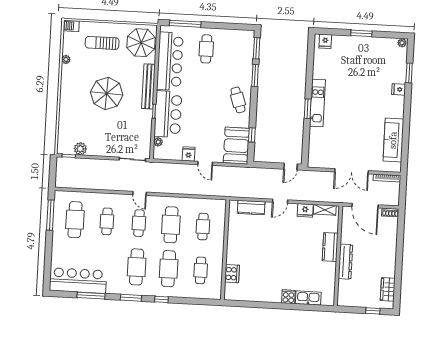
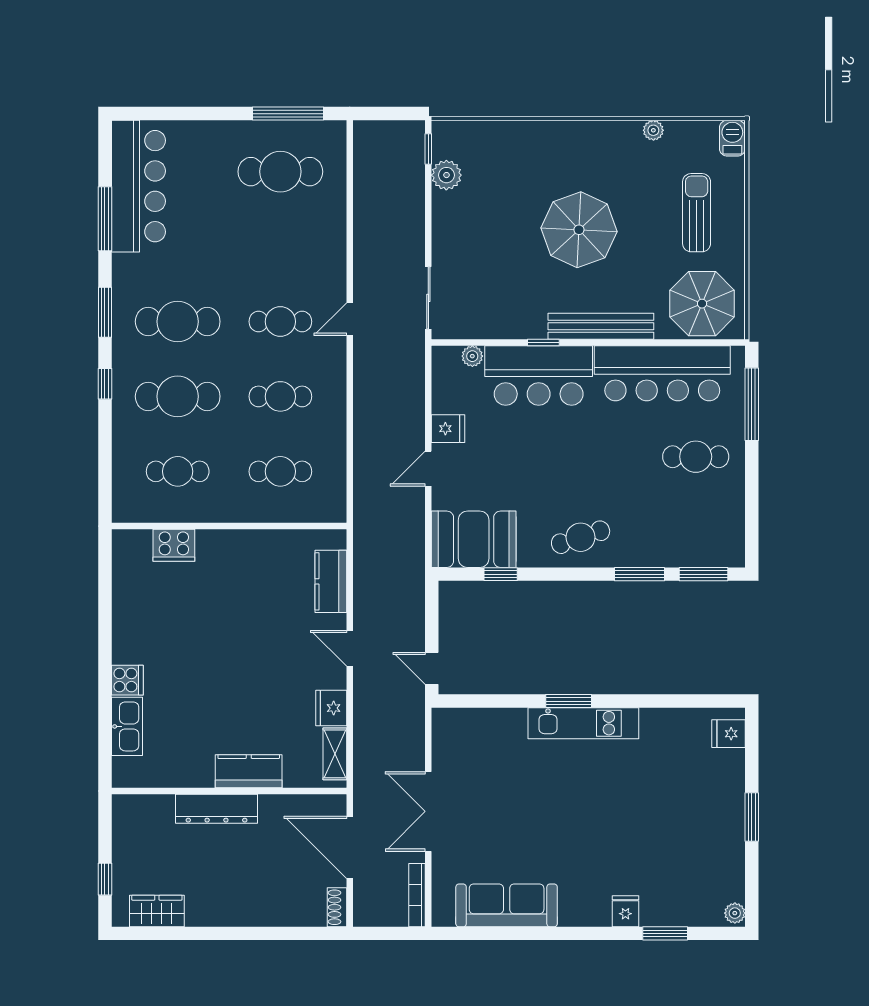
door: (365, 206) -> (350, 847), hinge flipped
cafe table: (107, 221) -> (280, 247), removed
cafe table: (171, 225) -> (280, 396), width x0.73, depth x0.74

